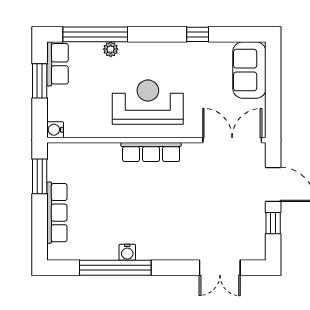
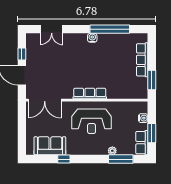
window: (95, 34) -> (121, 159), width x0.68
sofa: (249, 70) -> (50, 146), moved, turned -90
water cooler: (55, 130) -> (143, 118), moved
water cooler: (127, 252) -> (92, 38), moved
double door: (220, 268) -> (52, 29), swing flipped

